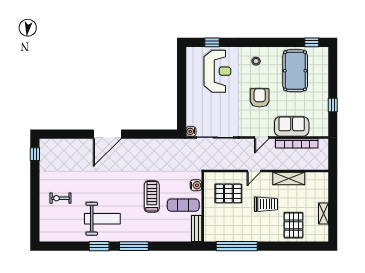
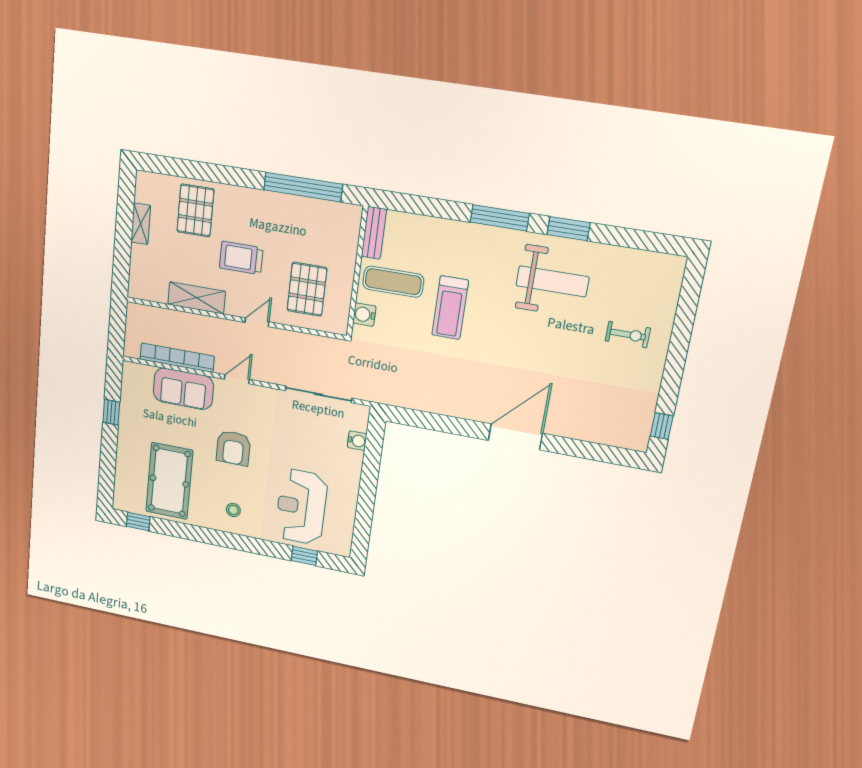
water cooler: (191, 131) -> (357, 441), moved
pallet: (228, 193) -> (307, 289), turned 90
weight bench: (102, 219) -> (553, 281), turned 180

